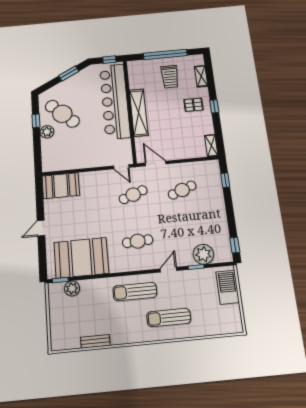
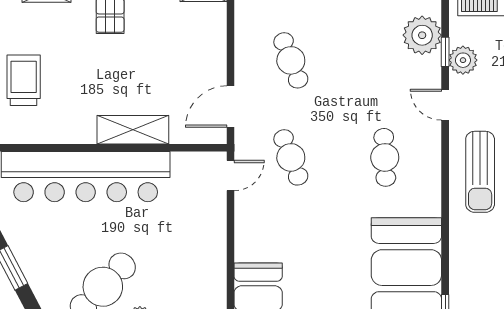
trolley: (170, 77) -> (24, 80), moved, turned -90
shelving: (139, 113) -> (133, 130), width x0.68
plant: (72, 288) -> (463, 60), moved

